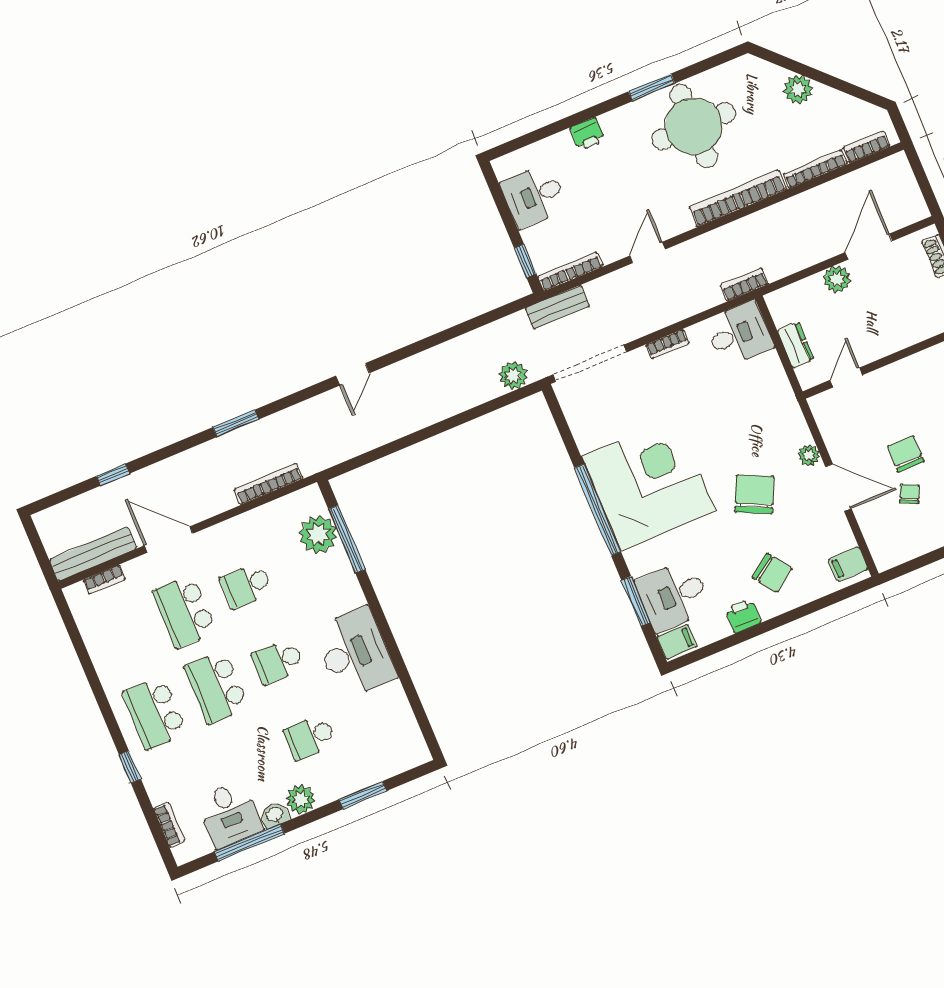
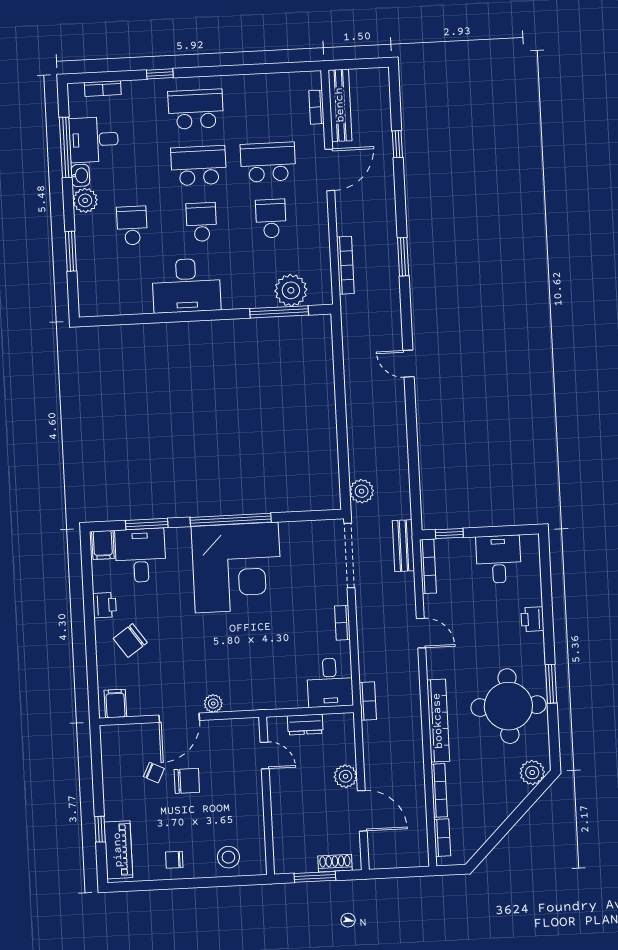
plant: (798, 89) -> (532, 773), moved
chair: (755, 494) -> (198, 649), removed

